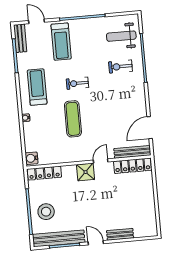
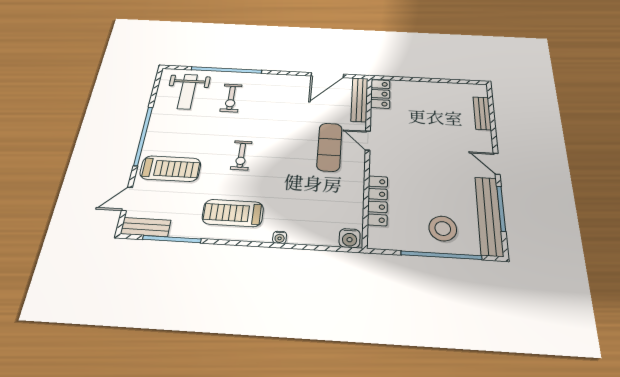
exercise mat: (73, 119) -> (329, 147), moved, turned 90
door: (150, 128) -> (327, 75), hinge flipped
locker: (133, 166) -> (380, 94), width x0.66
shower: (86, 172) -> (382, 163), removed
locker: (44, 173) -> (378, 200), moved
bench: (120, 234) -> (482, 113), moved
door: (96, 243) -> (497, 164), hinge flipped

